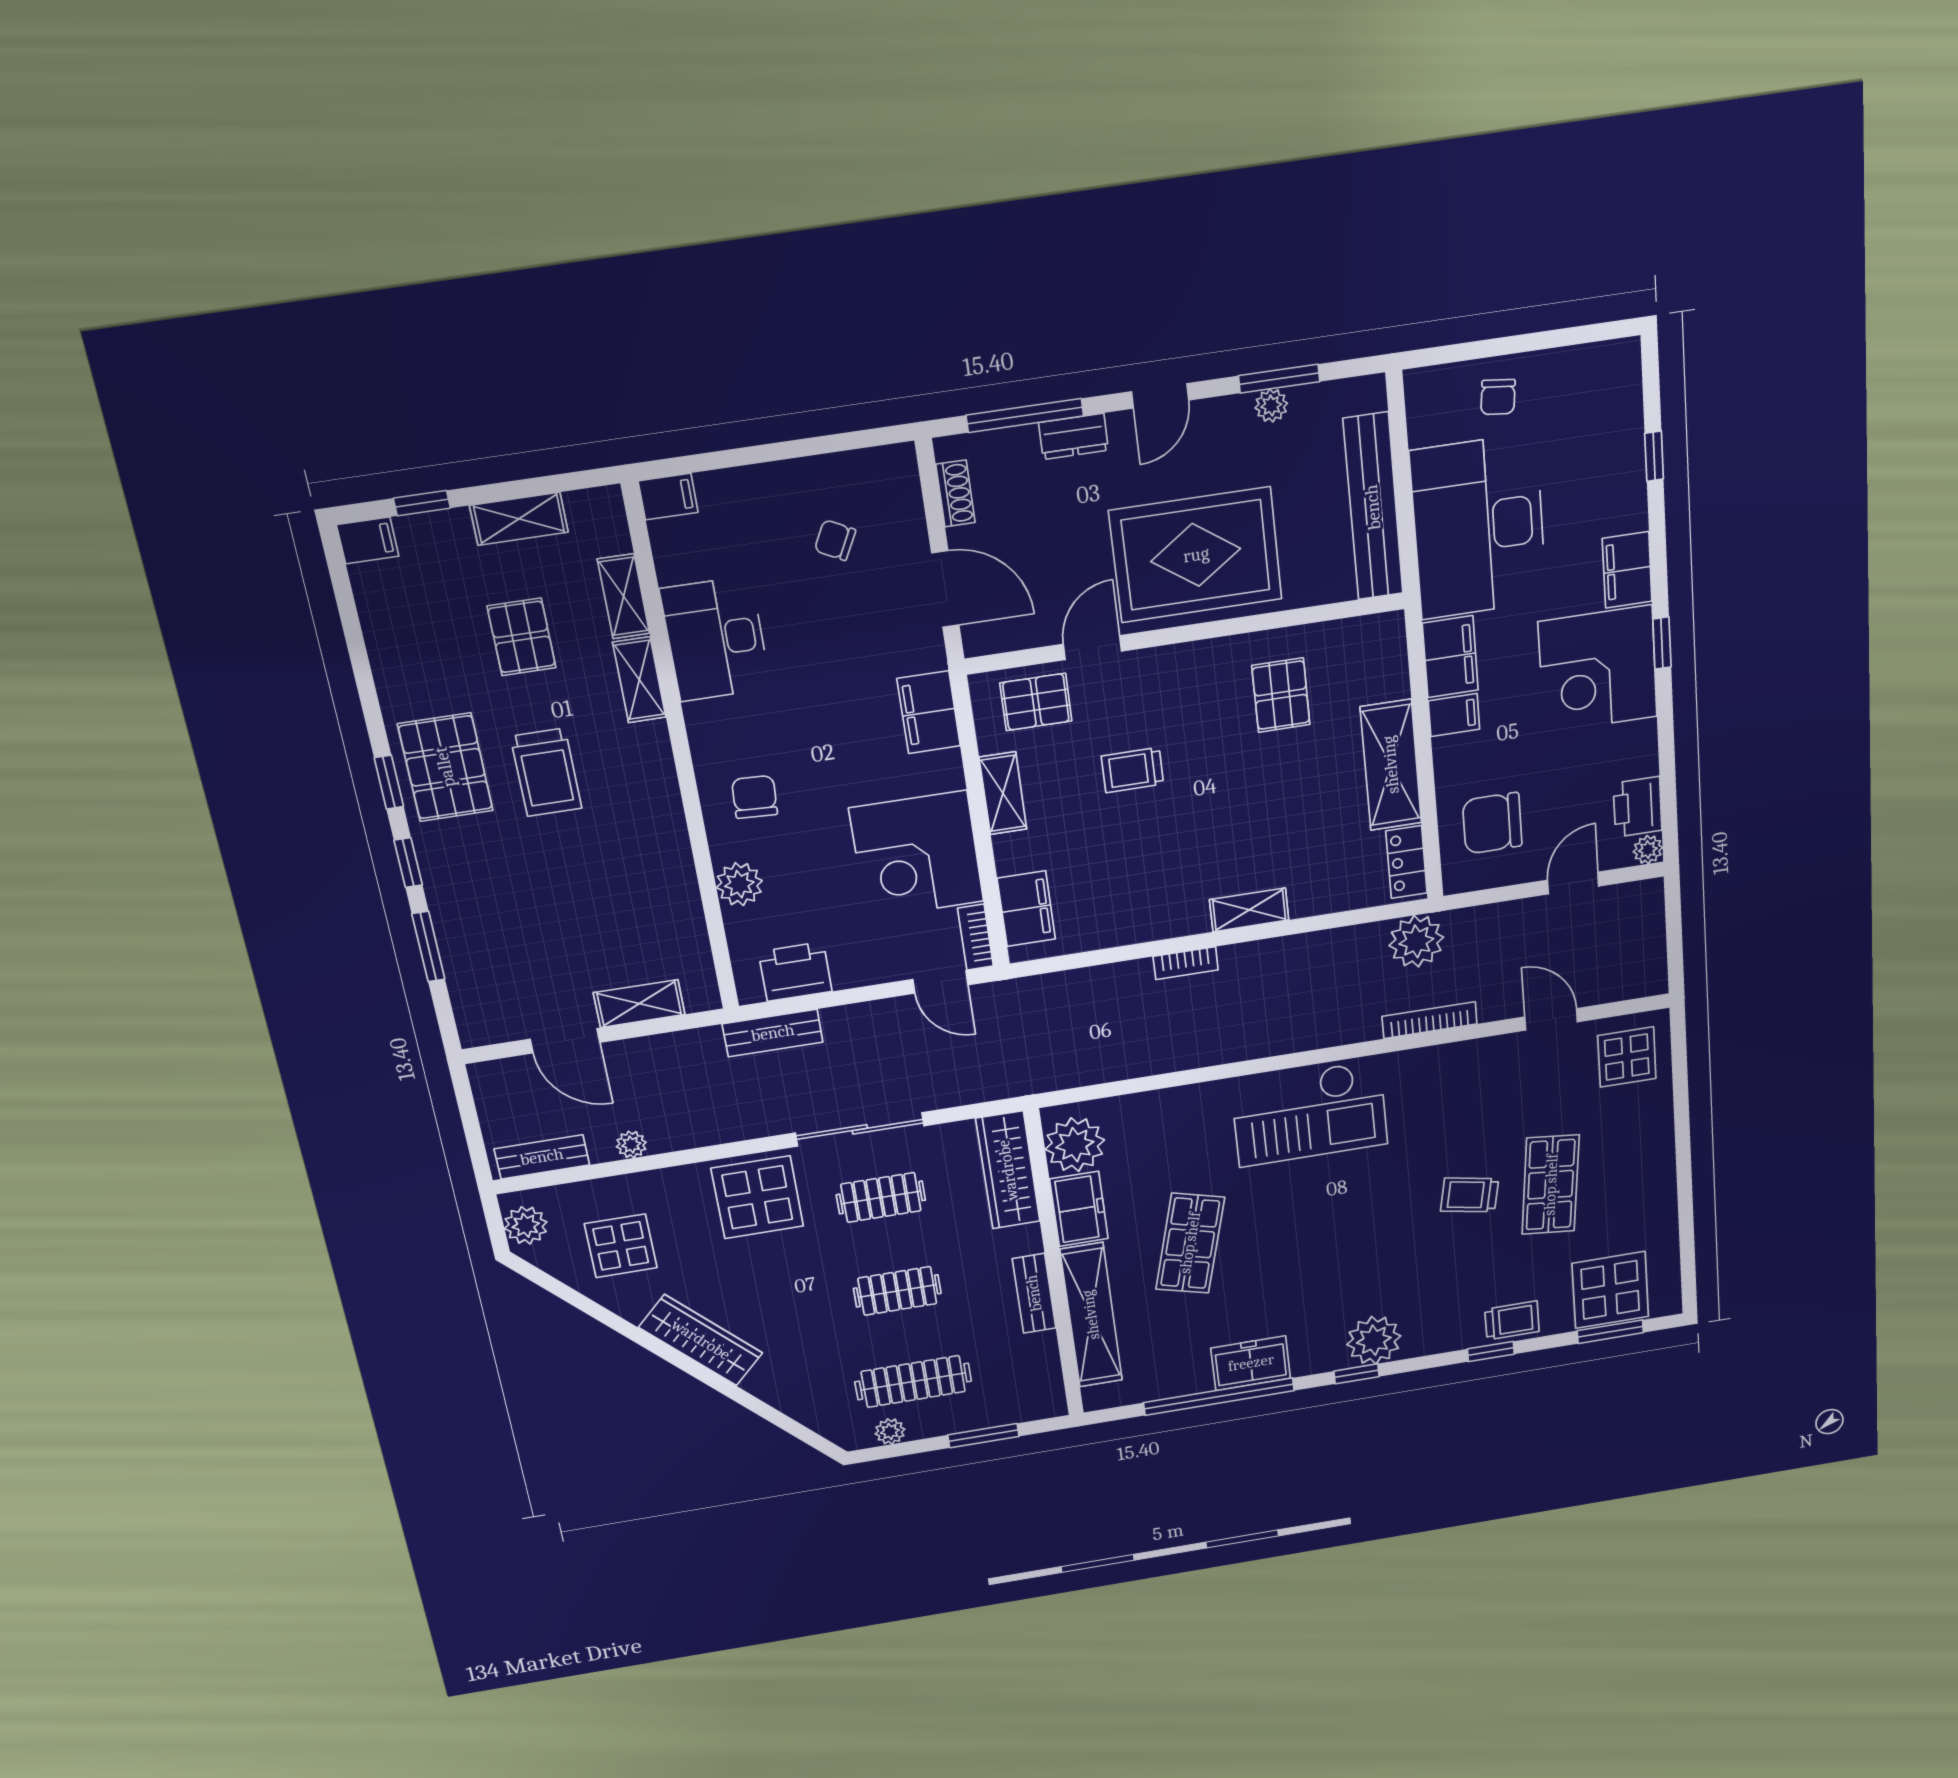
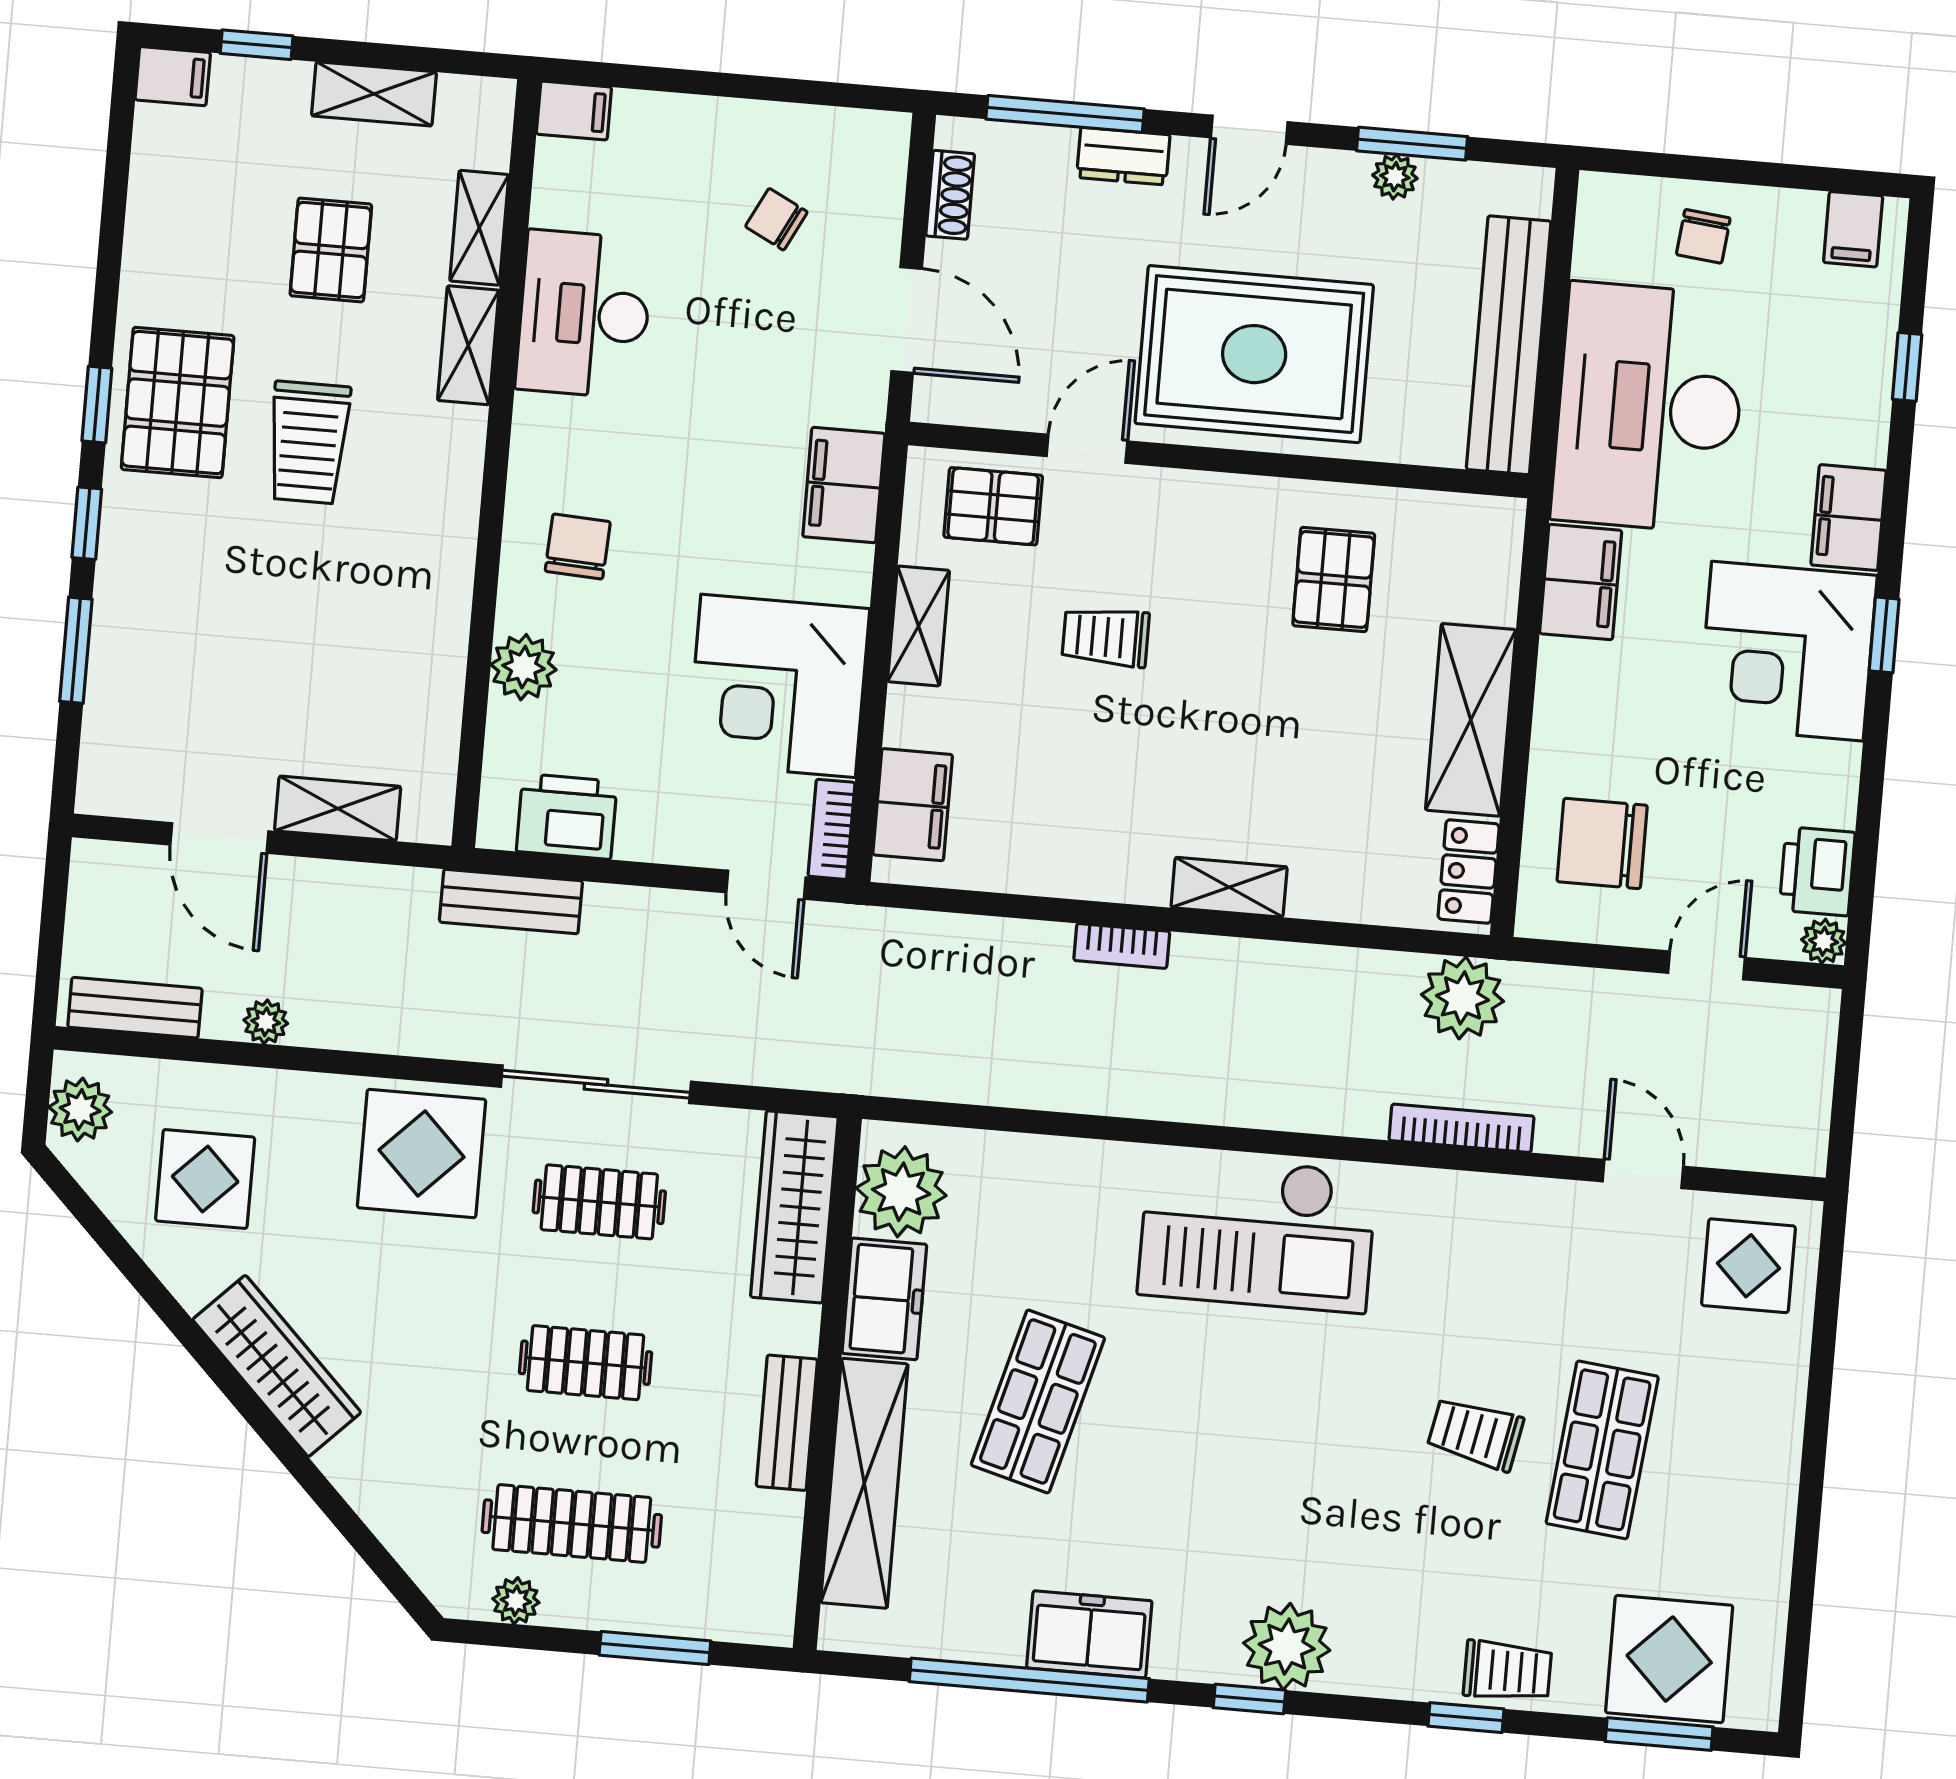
filing cabinet: (1454, 715) -> (1853, 229), moved, turned 90

